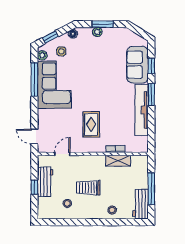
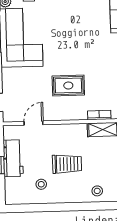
rug: (91, 124) -> (68, 85), turned 90
trolley: (88, 188) -> (67, 164), turned 180

